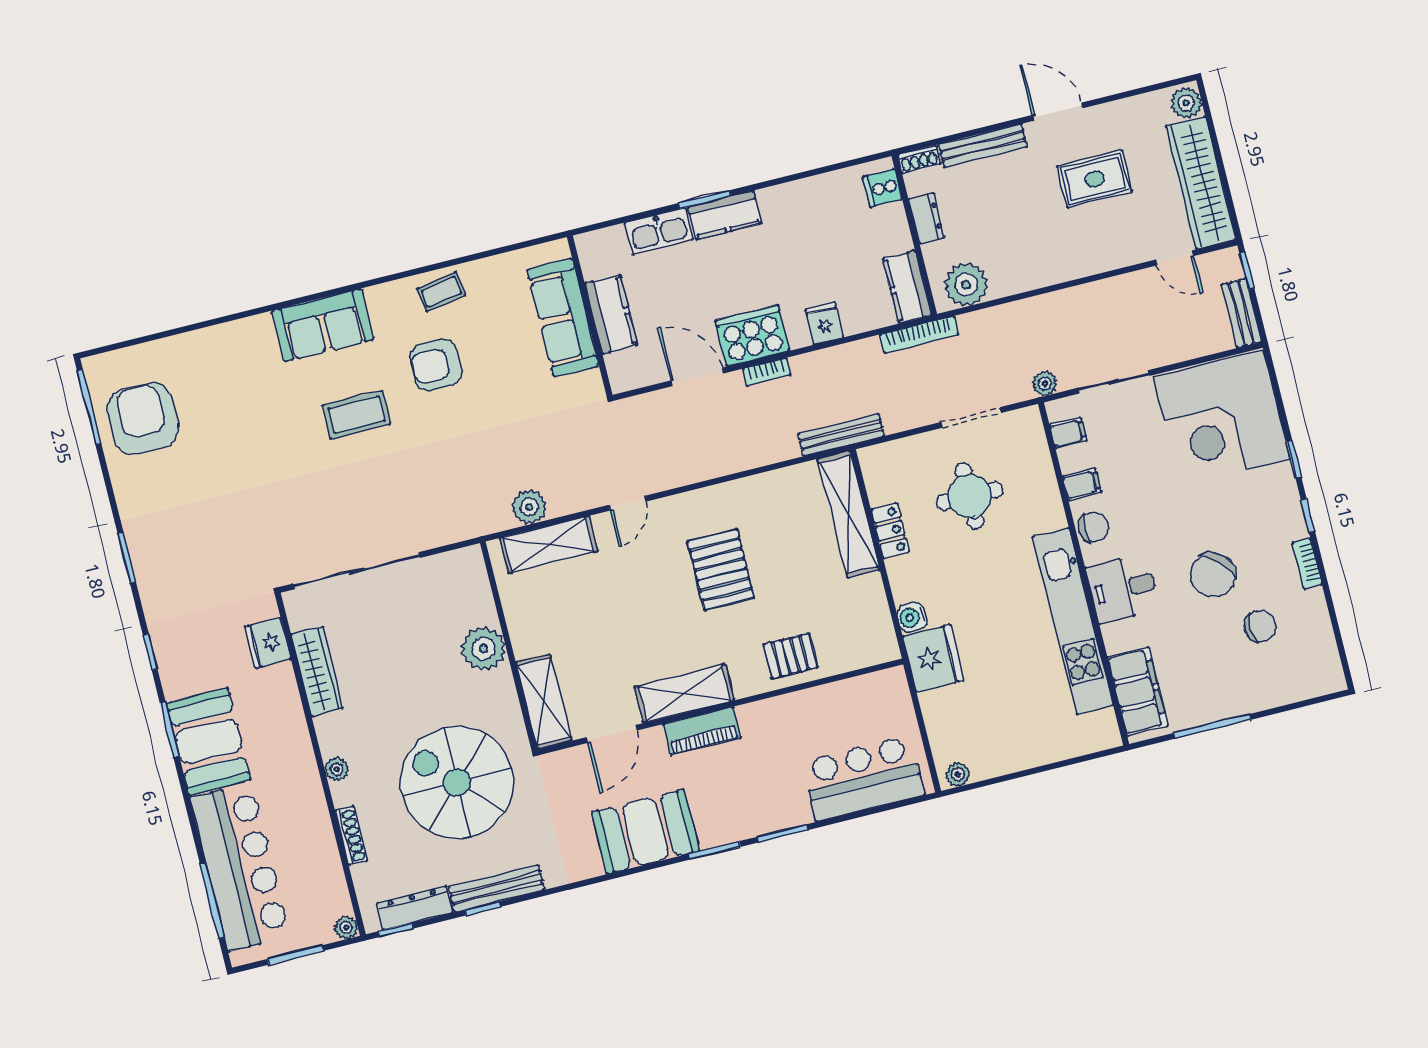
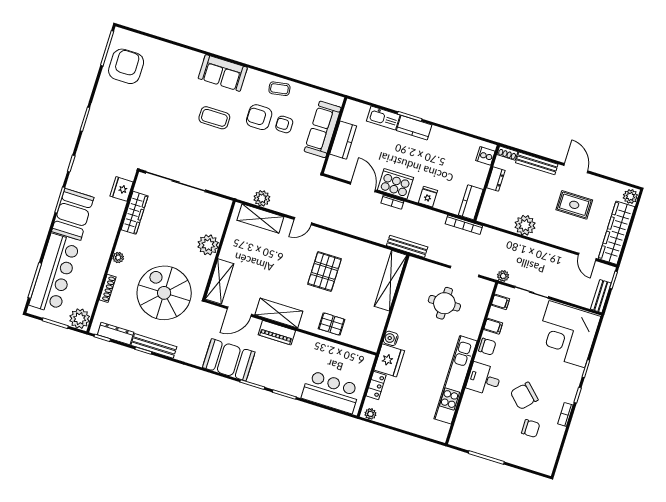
plant: (966, 285) -> (525, 225), moved
armchair: (489, 350) -> (284, 124), added
locker: (890, 531) -> (376, 385), moved
filing cabinet: (1138, 691) -> (465, 425), removed
plant: (346, 927) -> (80, 319), width x1.88, depth x1.88

